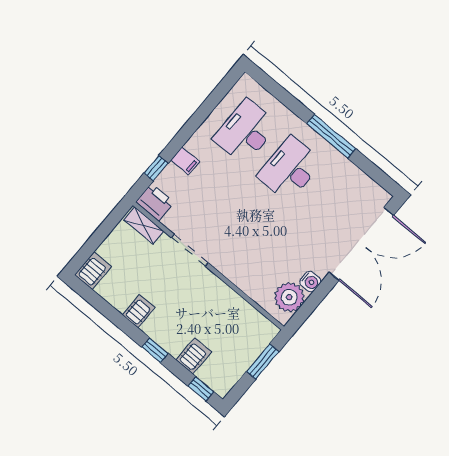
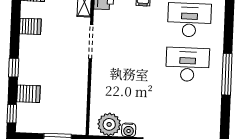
server rack: (139, 311) -> (30, 26), moved

